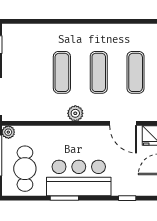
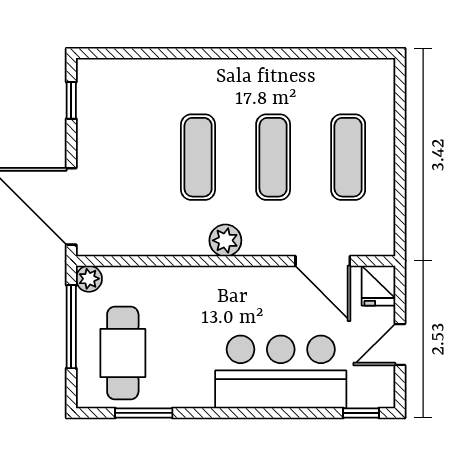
bar counter: (79, 178) -> (281, 372), moved
window: (64, 198) -> (144, 413), moved
window: (127, 198) -> (361, 413), moved

